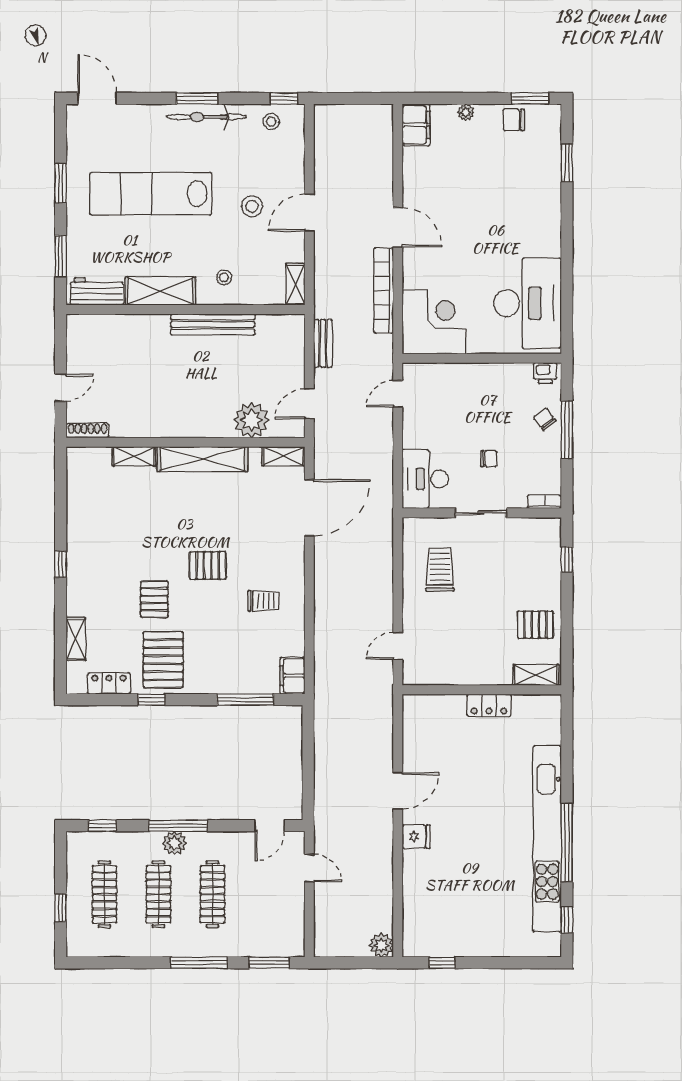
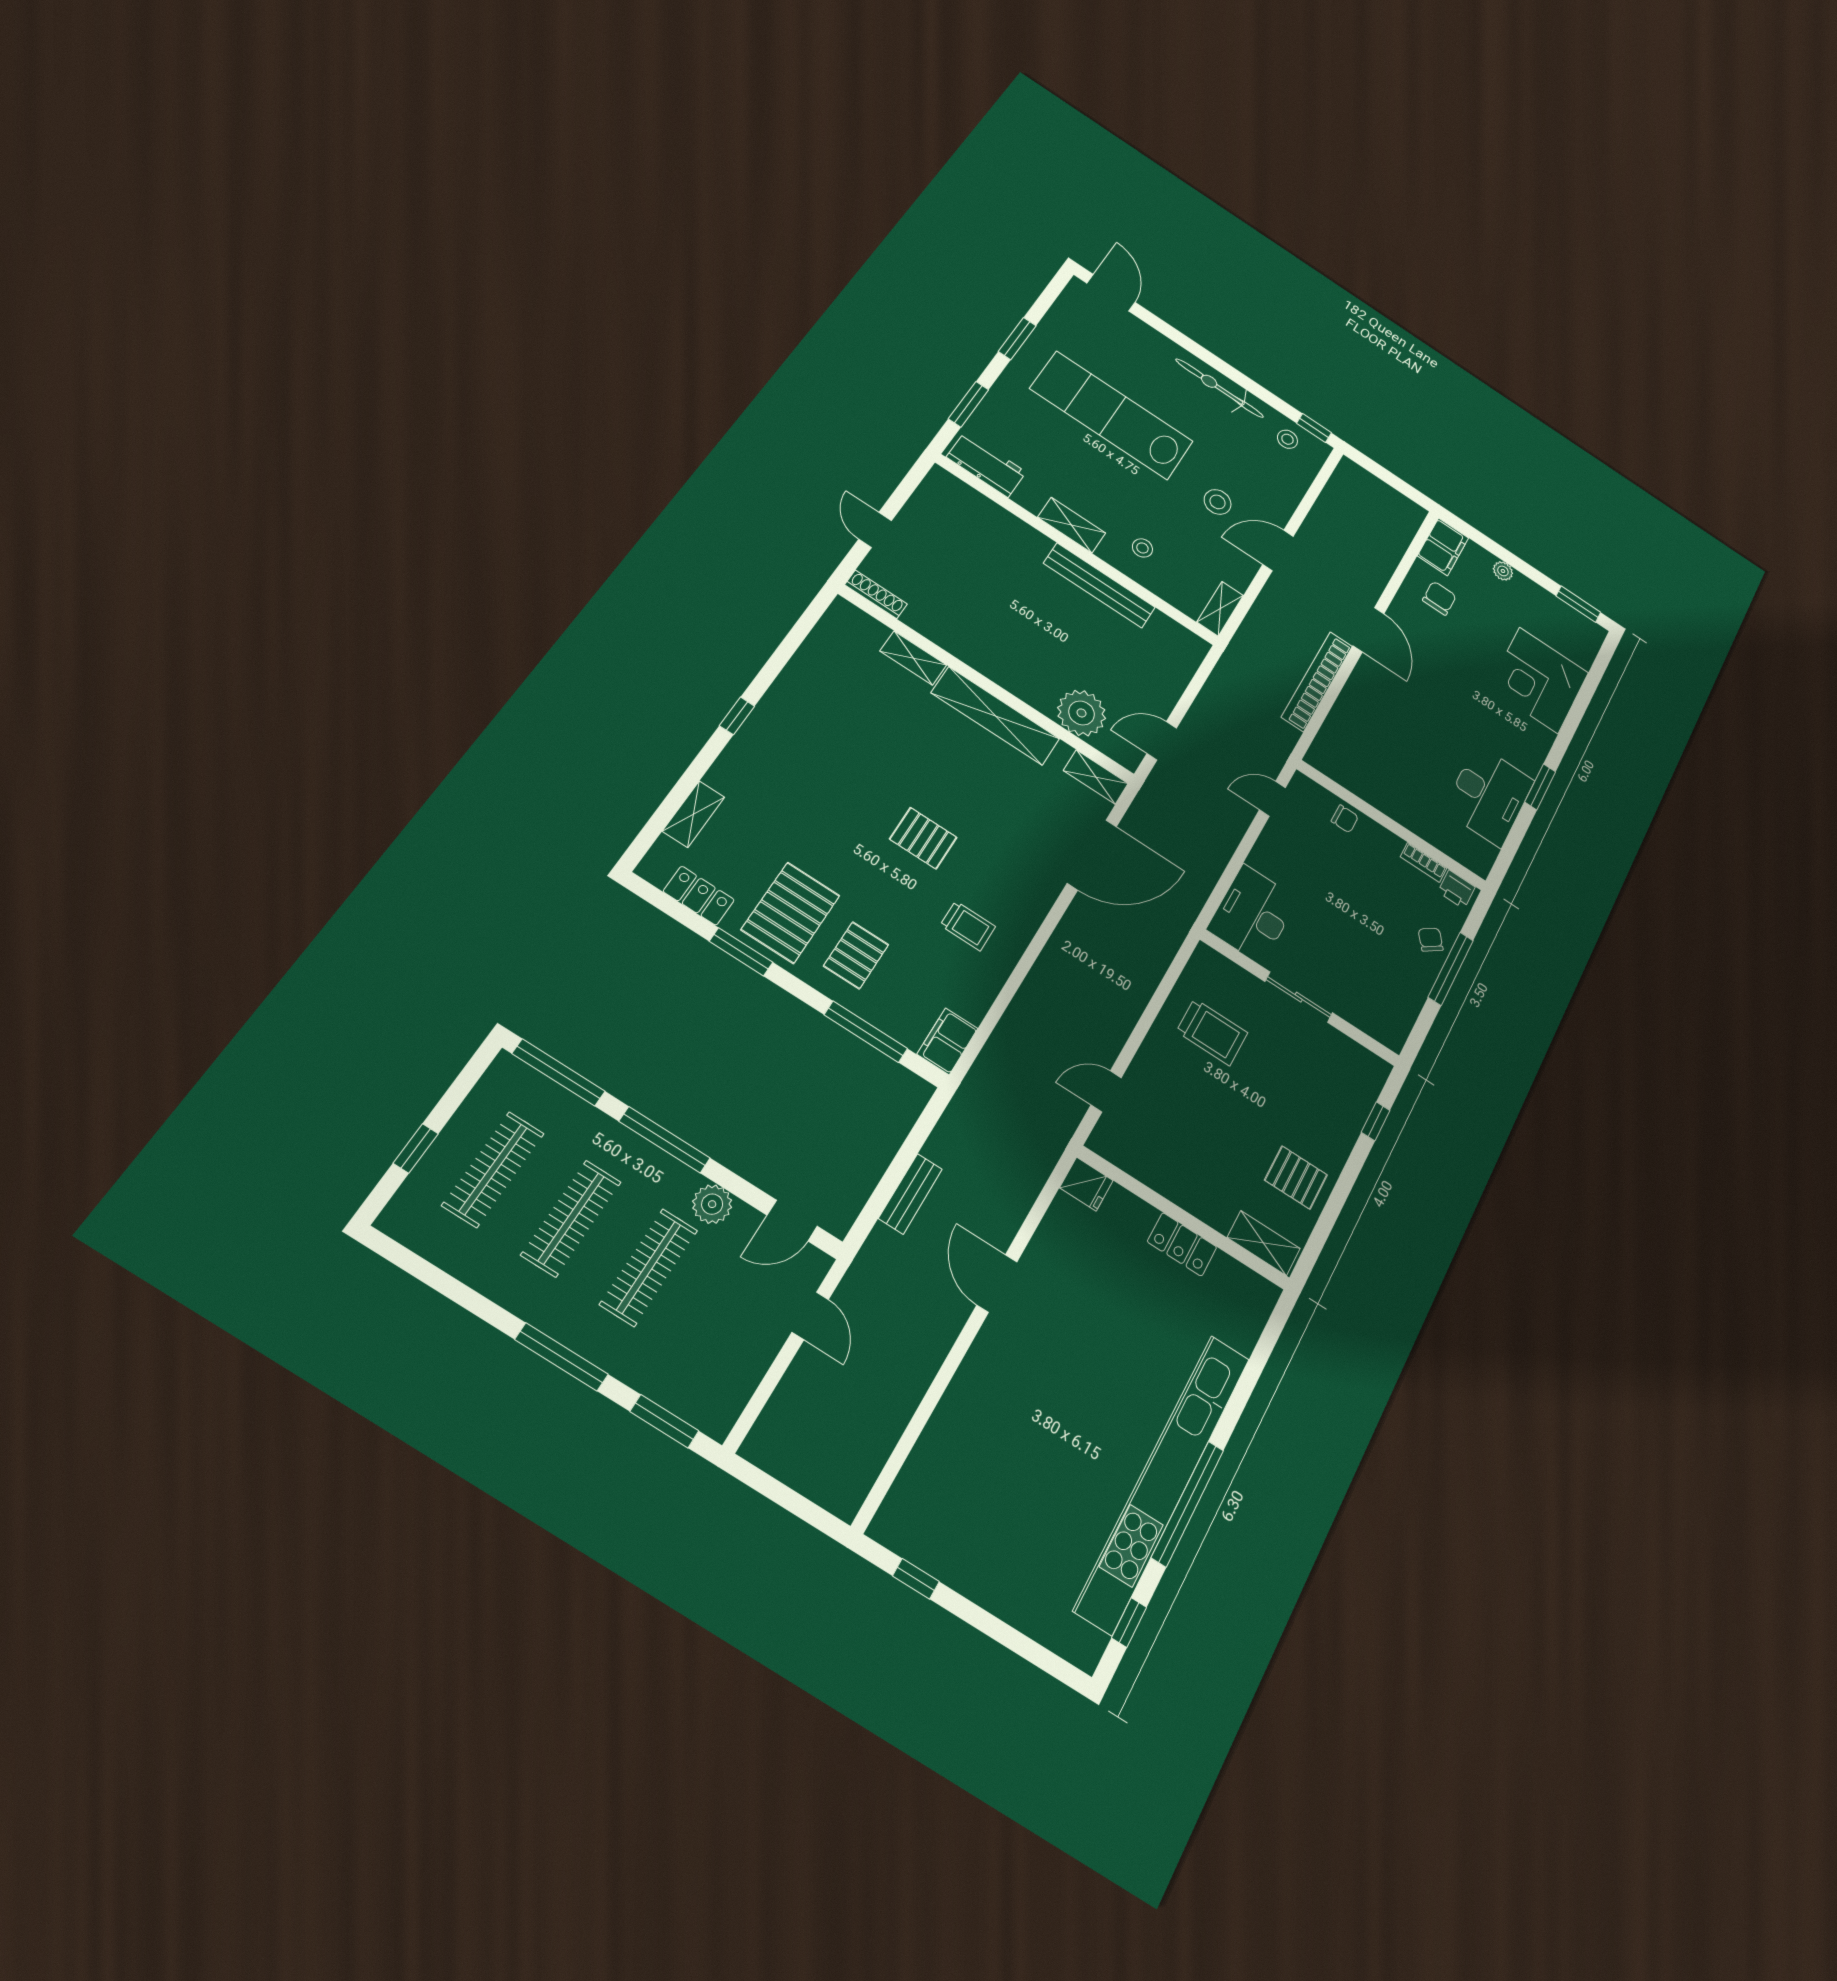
window: (197, 98) -> (1220, 365), removed
chair: (514, 120) -> (1439, 598), moved, turned 90
window: (567, 163) -> (1540, 787), moved
shelving: (160, 291) -> (1072, 525), width x0.67, depth x0.75
desk: (527, 303) -> (1489, 795), width x0.73, depth x0.77
corner desk: (434, 322) -> (1539, 680), moved, turned 180
bench: (323, 343) -> (910, 1194), moved
door: (61, 388) -> (875, 530), swing flipped
chair: (489, 459) -> (1345, 819), moved
bookcase: (544, 502) -> (1424, 862), moved, turned 180
trolley: (440, 570) -> (1212, 1032), turned 90
pallet: (154, 599) -> (856, 955), moved
window: (151, 700) -> (741, 952), width x1.50
door: (398, 791) -> (997, 1283), swing flipped
window: (102, 826) -> (558, 1072), width x2.17
fridge: (416, 837) -> (1086, 1184), moved
plant: (174, 843) -> (712, 1204), moved
plant: (381, 945) -> (844, 1497), removed

